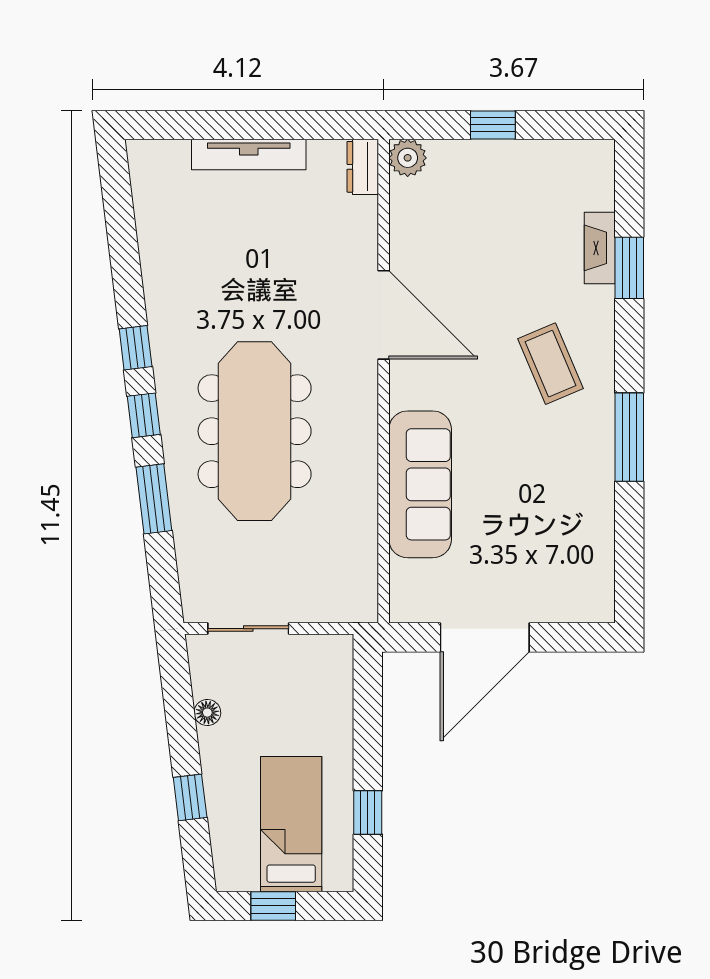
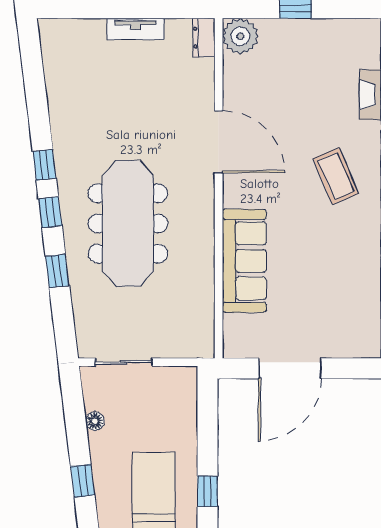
tv unit: (249, 155) -> (136, 29), width x0.71
plant: (408, 158) -> (240, 36), width x1.36, depth x1.36
window: (154, 499) -> (57, 271), width x0.67

